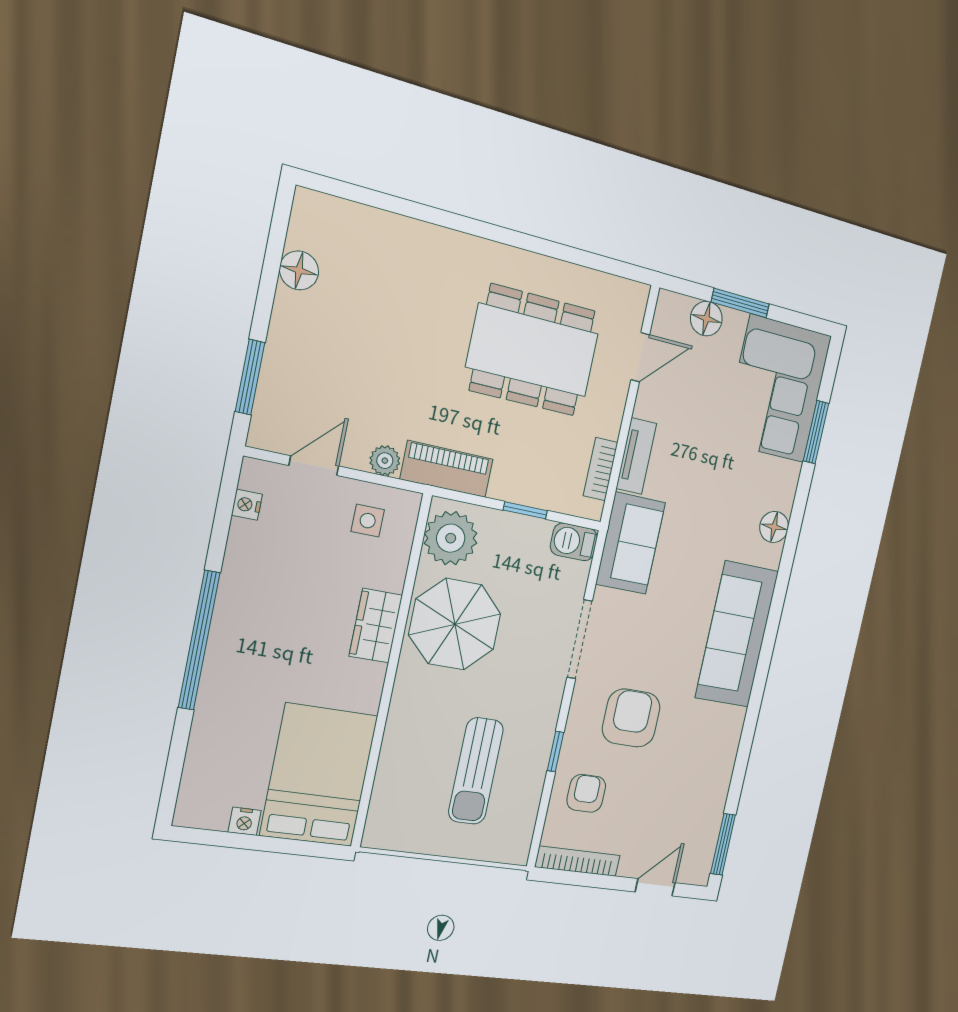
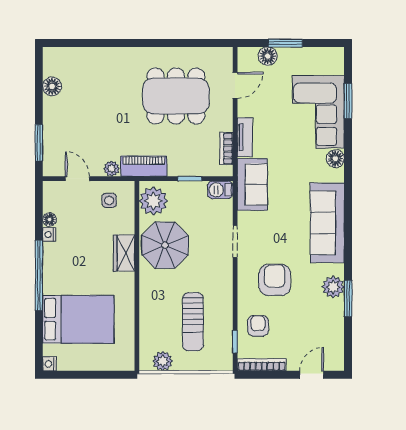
corner sofa: (777, 389) -> (318, 112), moved
door: (314, 466) -> (77, 179), hinge flipped
nightstand: (247, 505) -> (49, 235), moved
floor lamp: (242, 535) -> (50, 219), added
doorway: (580, 639) -> (235, 241), width x0.73
plant: (722, 745) -> (333, 287), added
window: (555, 752) -> (235, 342), moved
bed: (319, 775) -> (78, 319), moved, turned 90
nightstand: (245, 821) -> (49, 364), moved, turned 90
plant: (407, 835) -> (163, 361), added
window: (723, 844) -> (348, 299), moved

